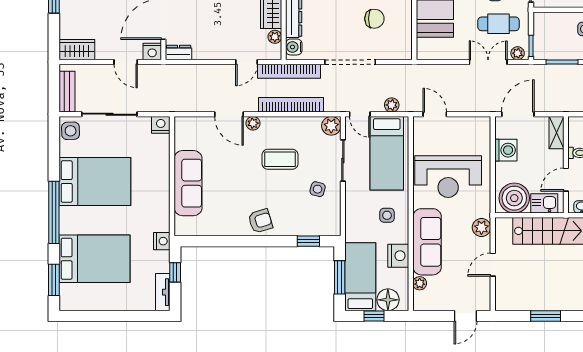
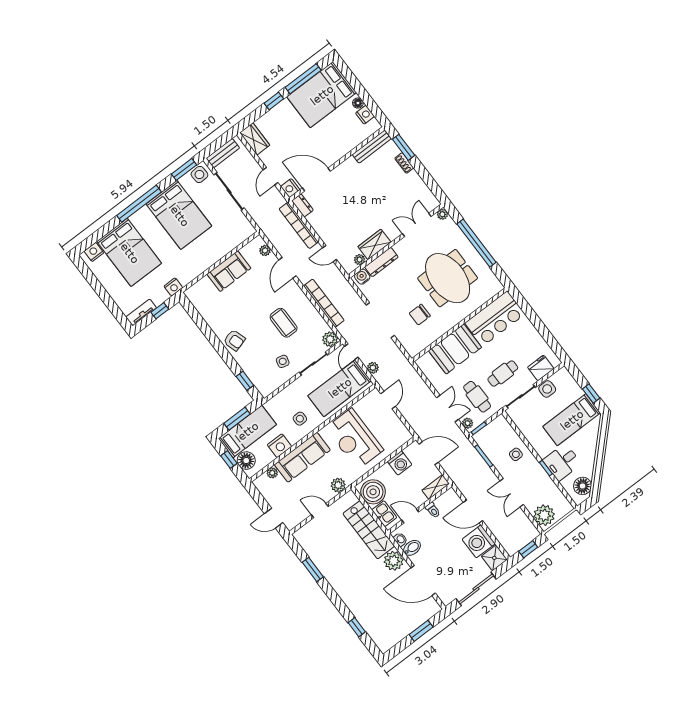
chair: (374, 19) -> (420, 315), turned 90
bookcase: (289, 71) -> (299, 225), moved
plant: (253, 123) -> (265, 250), moved
nightstand: (161, 125) -> (94, 252), moved, turned -90
sofa: (188, 183) -> (229, 271), width x0.73
window: (54, 280) -> (184, 169), moved

